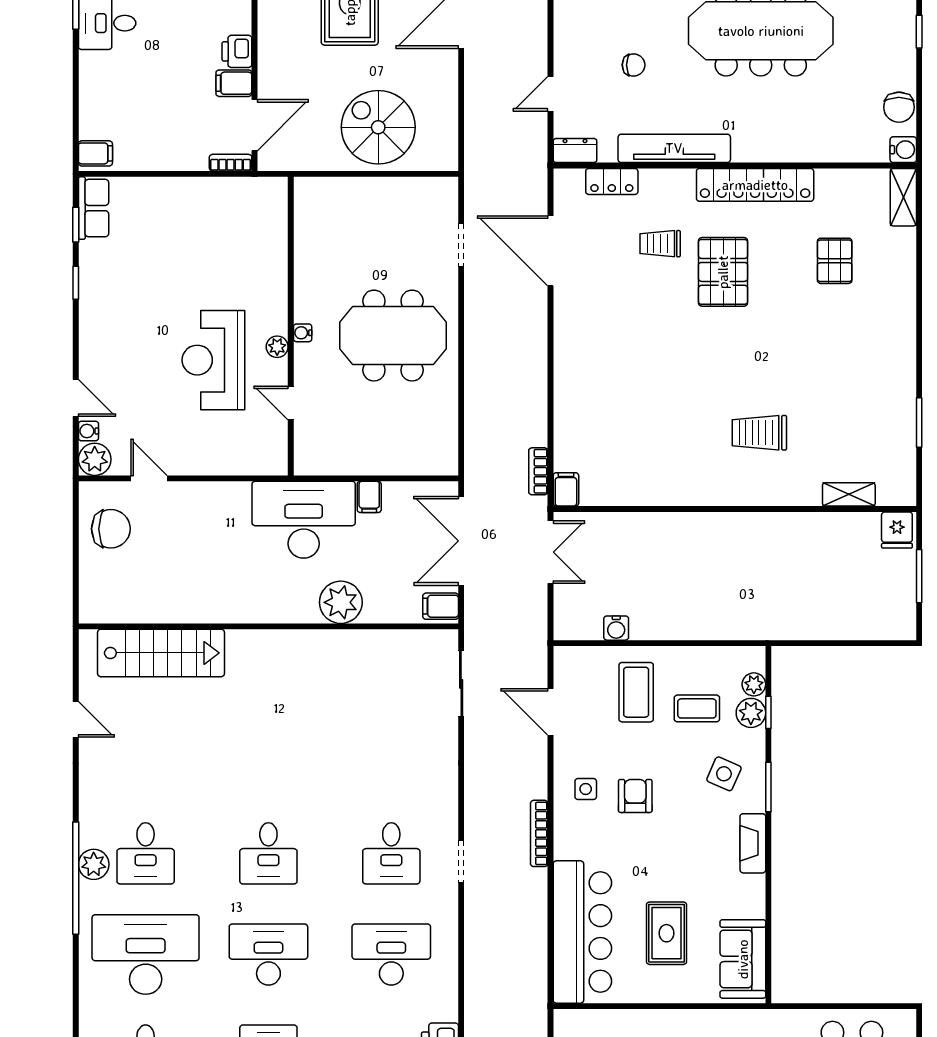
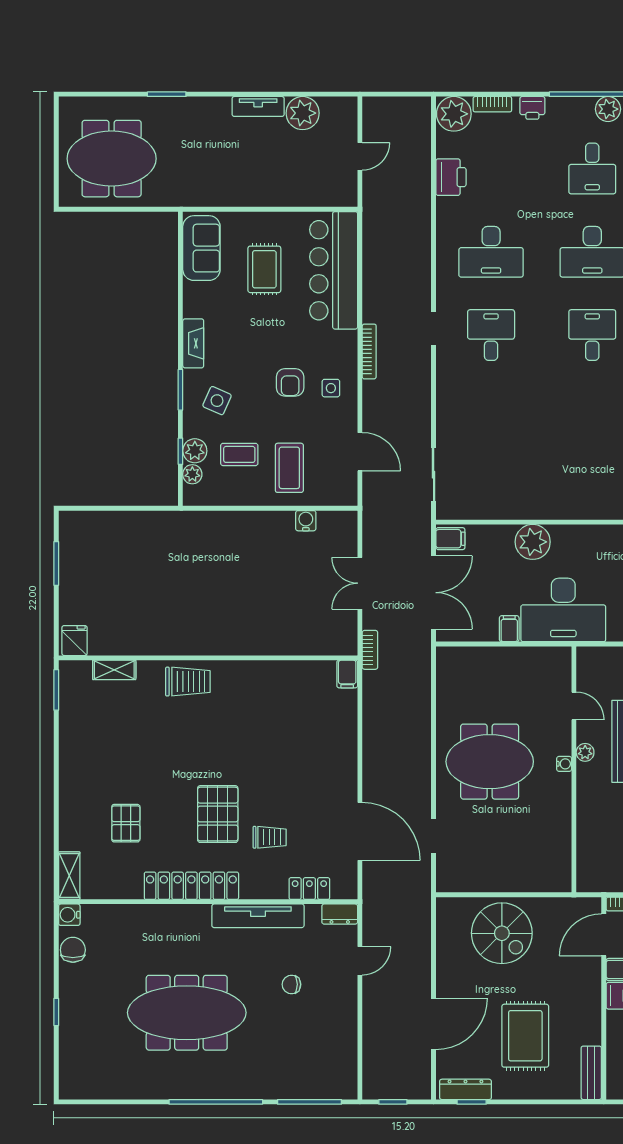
filing cabinet: (566, 489) -> (347, 674), moved
shelving: (849, 494) -> (114, 670), moved
wall: (735, 509) -> (208, 658), moved
fridge: (897, 530) -> (75, 641), moved

